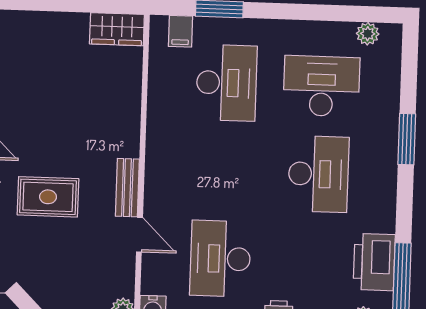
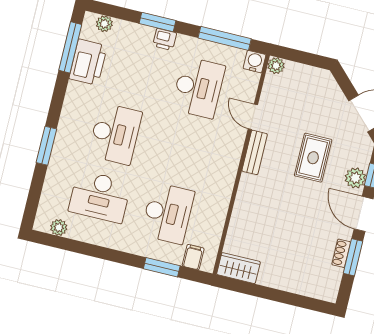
desk: (226, 83) -> (168, 213), turned 180
desk: (318, 174) -> (115, 134), turned 180
rug: (48, 197) -> (313, 158), turned 90

